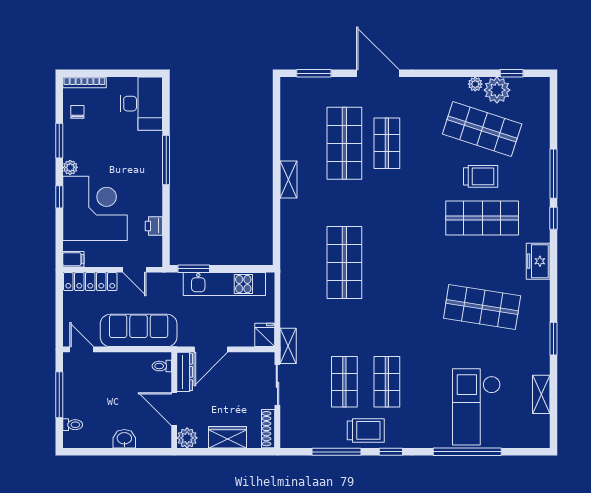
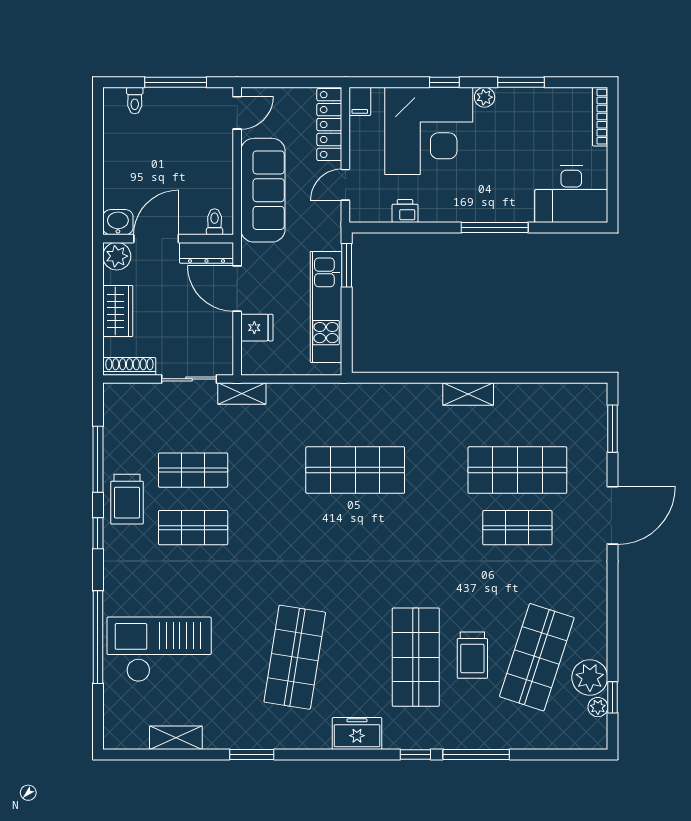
plant: (475, 84) -> (598, 707), moved
chair: (77, 112) -> (560, 107), removed
fridge: (265, 335) -> (257, 328), moved
washbasin: (124, 439) -> (118, 222), moved, turned -90

